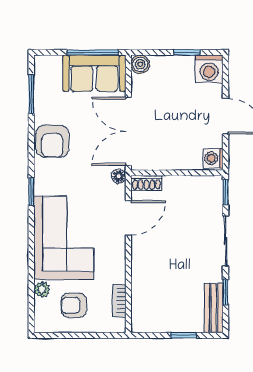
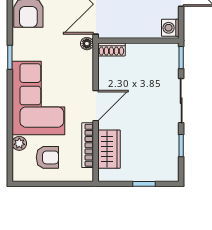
door: (128, 218) -> (96, 106), moved
wardrobe: (144, 296) -> (109, 149), added
bookcase: (119, 301) -> (88, 145), width x1.56
armchair: (74, 305) -> (47, 157), turned 180
bench: (214, 308) -> (171, 160), removed

